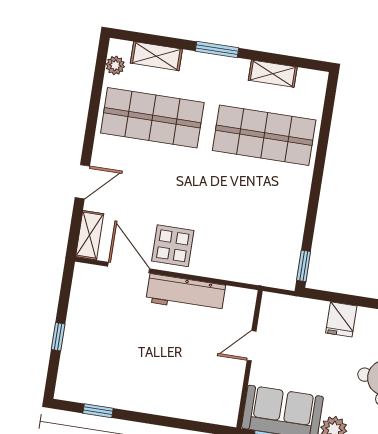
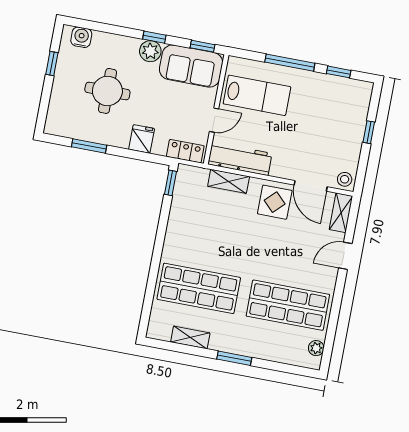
shelving: (156, 56) -> (229, 181), moved
stool: (86, 277) -> (345, 179), added
workbench: (186, 293) -> (240, 159), moved
locker: (286, 306) -> (185, 151), added
lab bench: (199, 378) -> (257, 95), added
window: (159, 420) -> (290, 63), added

